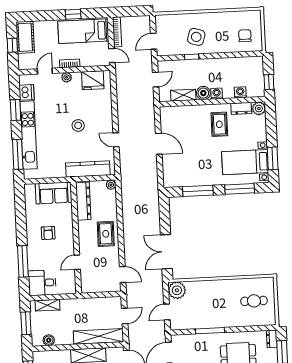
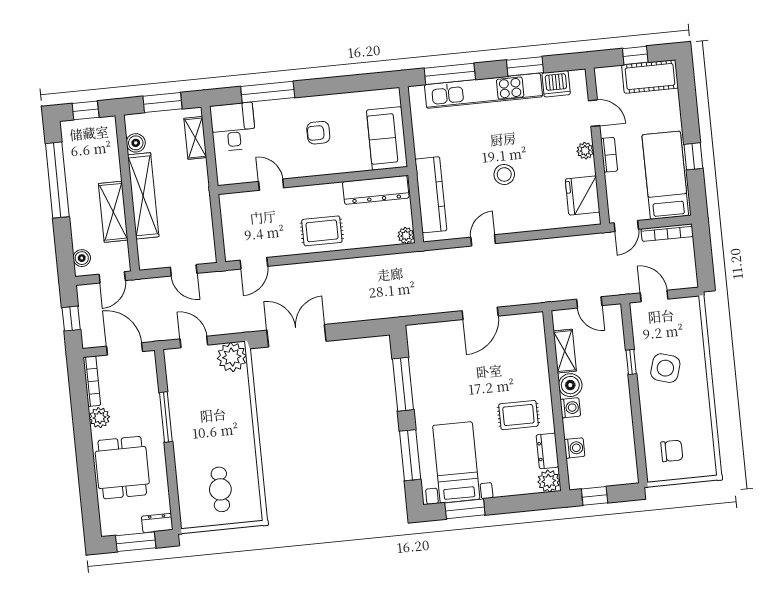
shelving: (98, 336) -> (143, 196), moved

